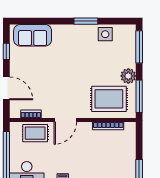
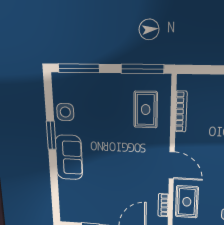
sofa: (33, 35) -> (69, 157), moved
plant: (128, 76) -> (116, 83), removed
rug: (109, 99) -> (146, 110), width x0.73, depth x0.70

